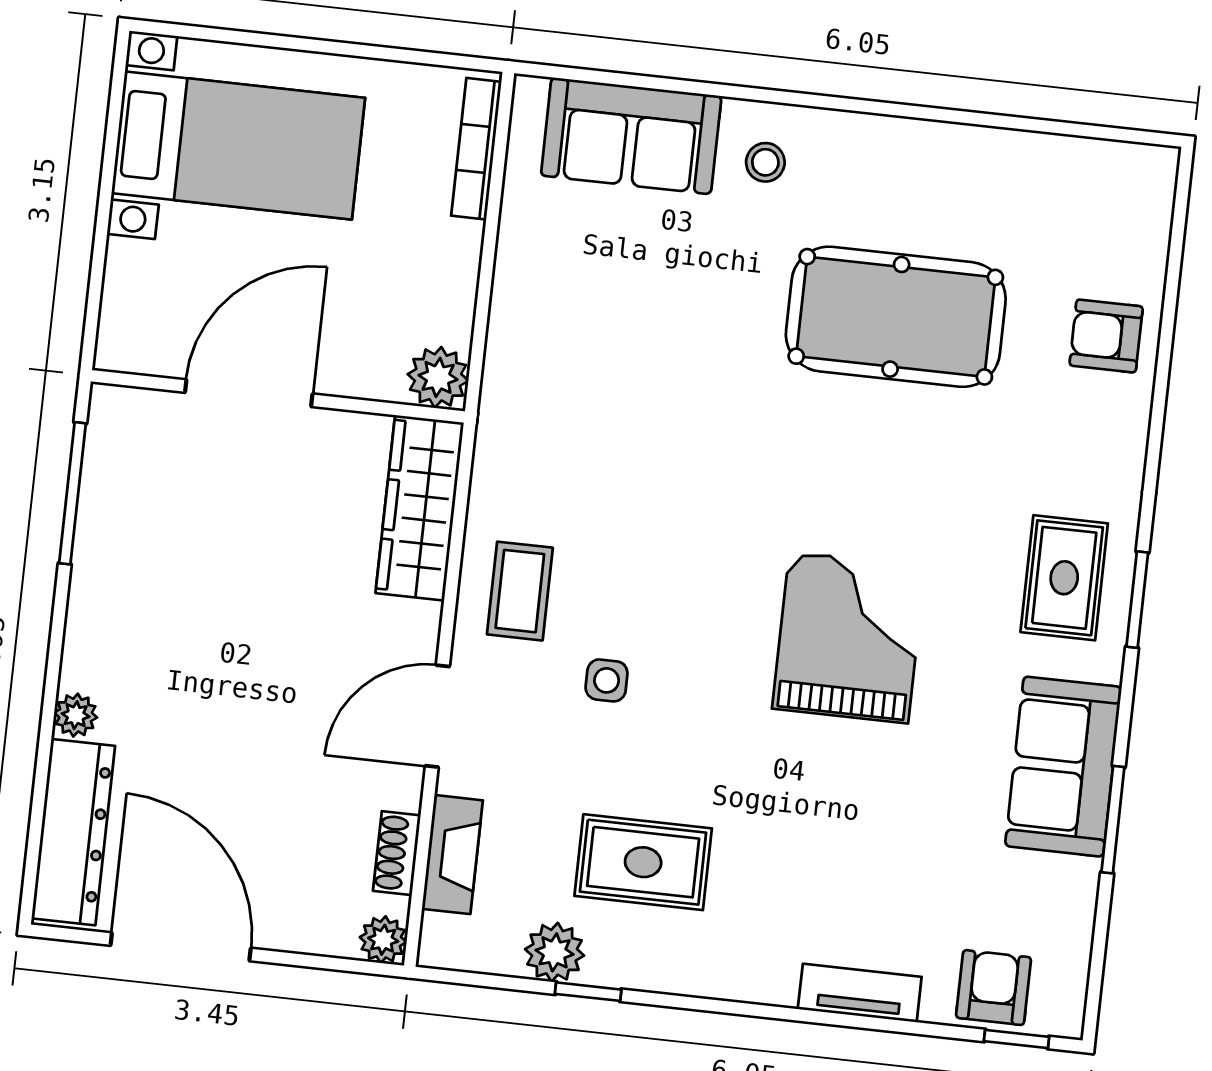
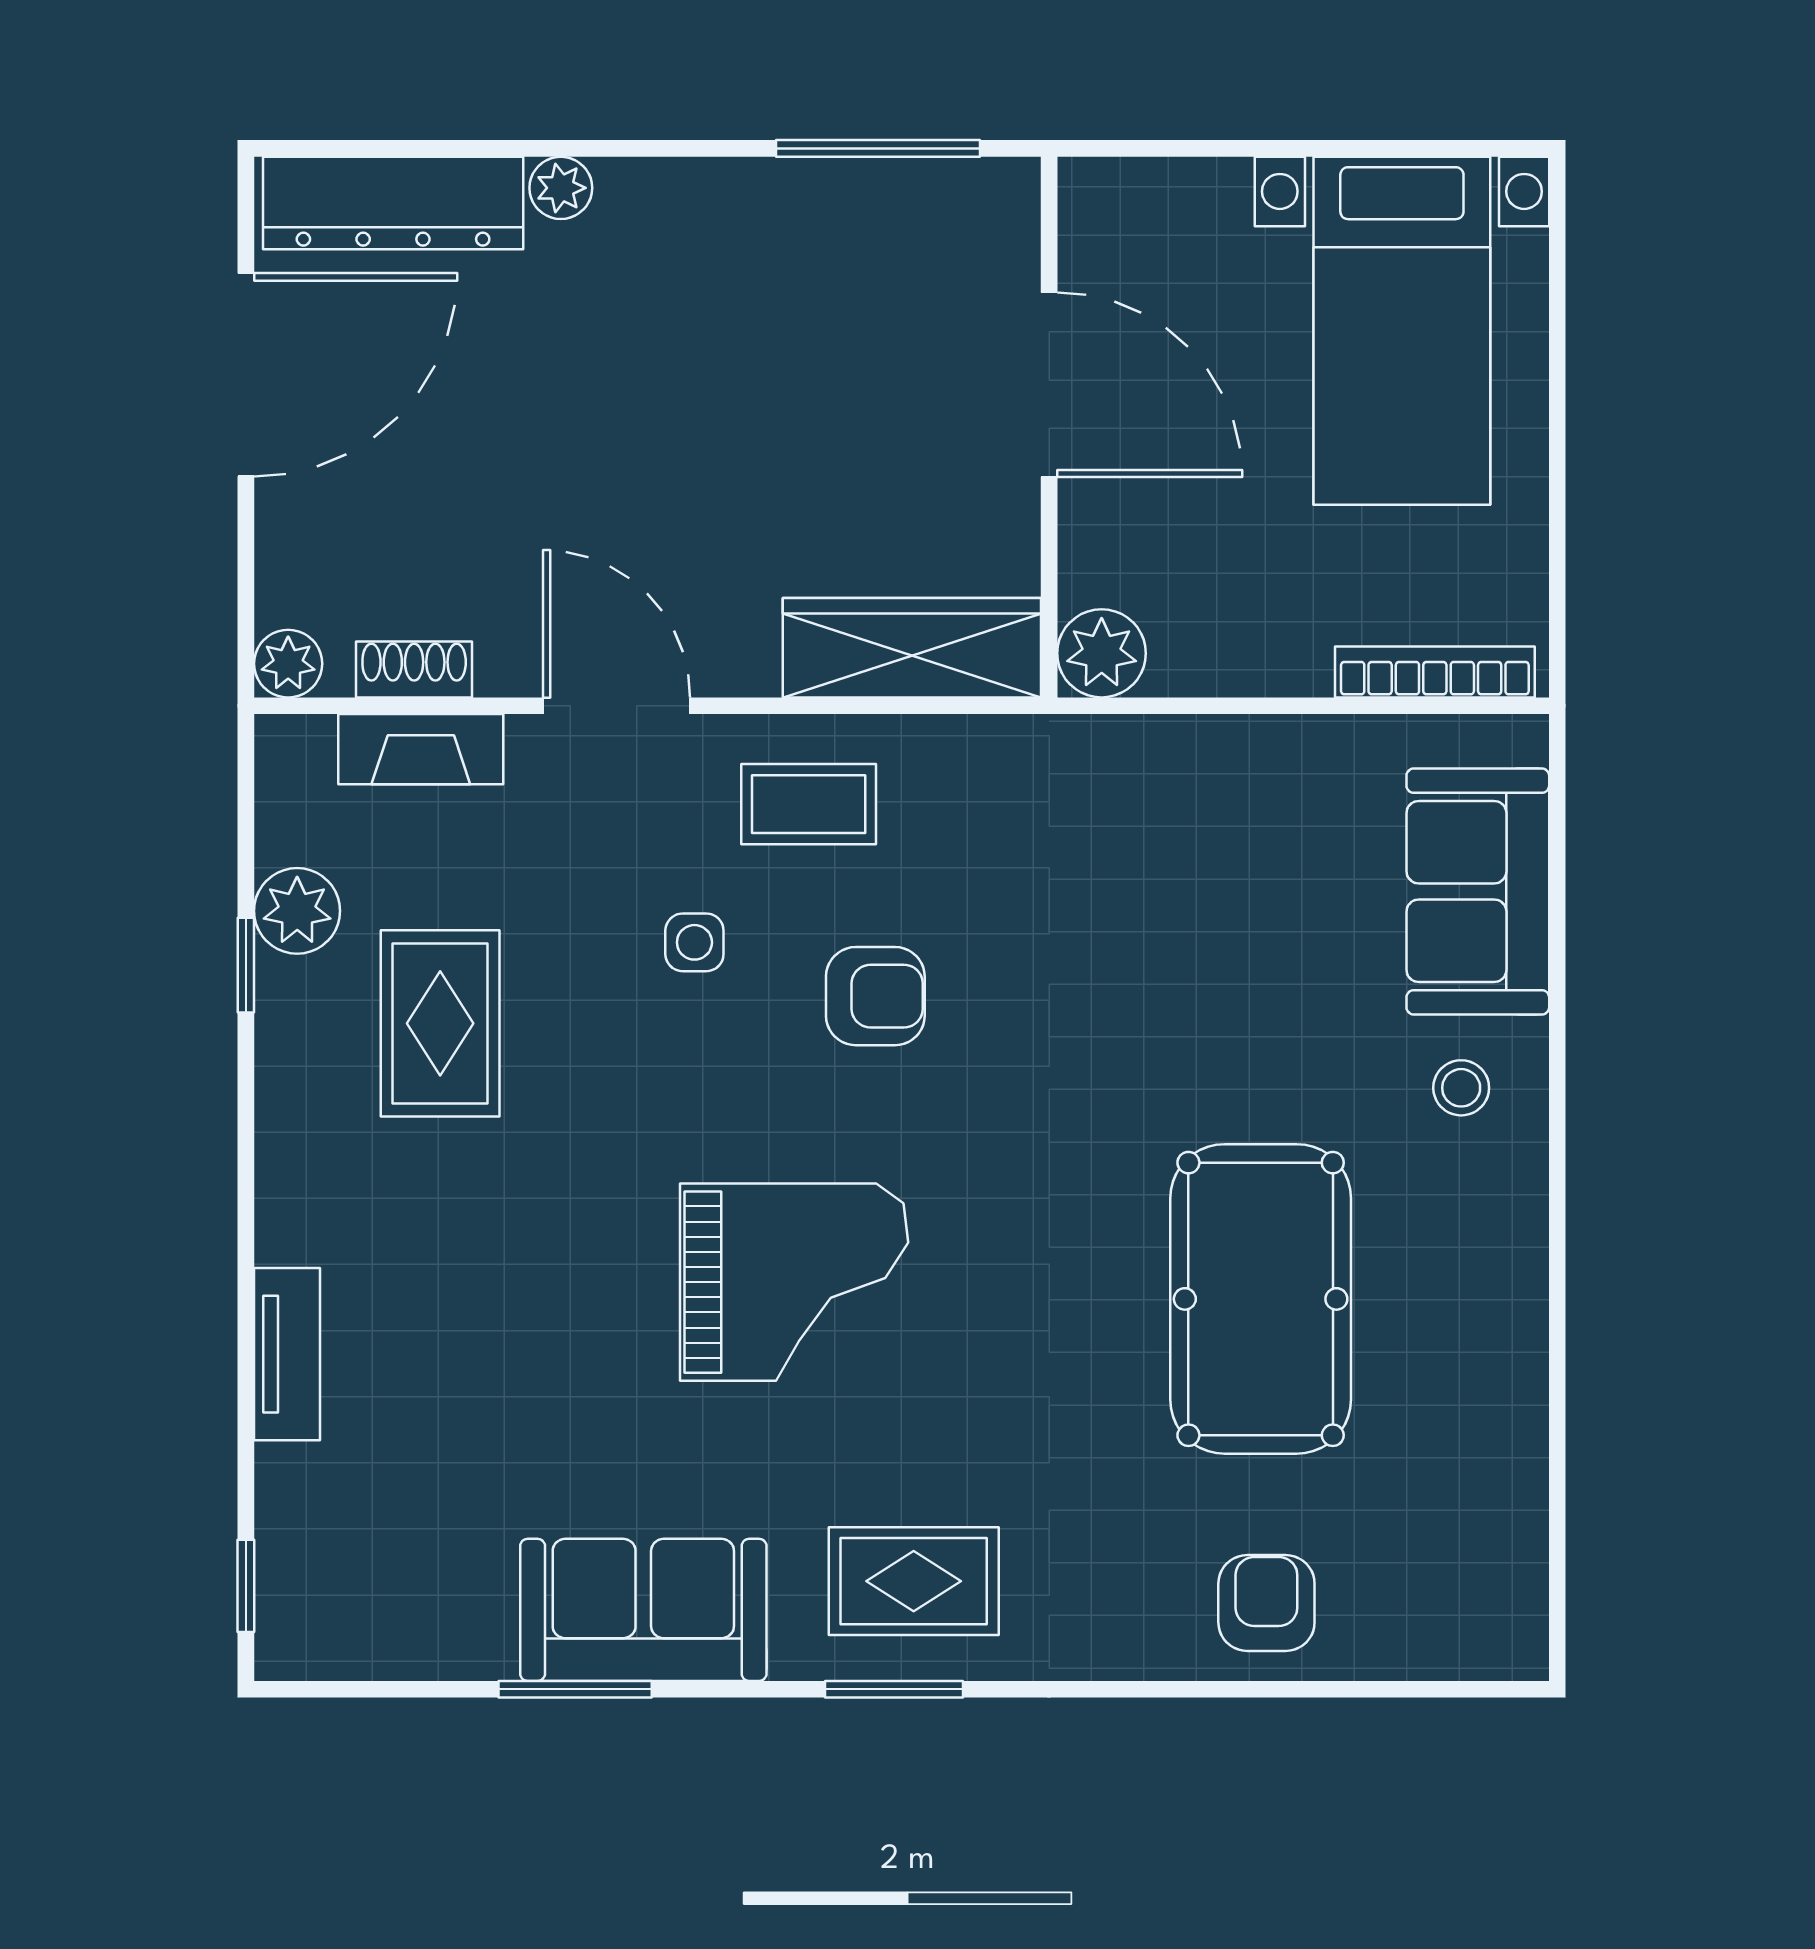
armchair: (994, 988) -> (875, 996), moved

